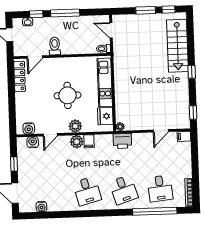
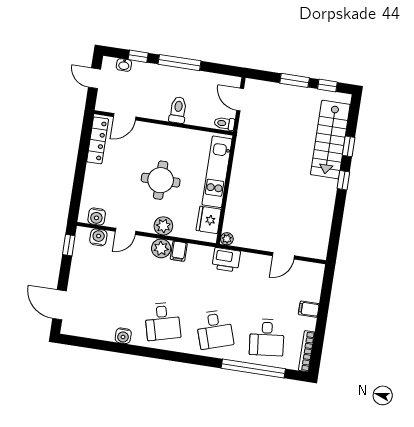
toilet: (55, 46) -> (178, 110), moved
window: (193, 113) -> (349, 146), moved
filing cabinet: (184, 136) -> (309, 309), moved
window: (14, 164) -> (69, 245), moved
water cooler: (41, 207) -> (123, 336), moved

